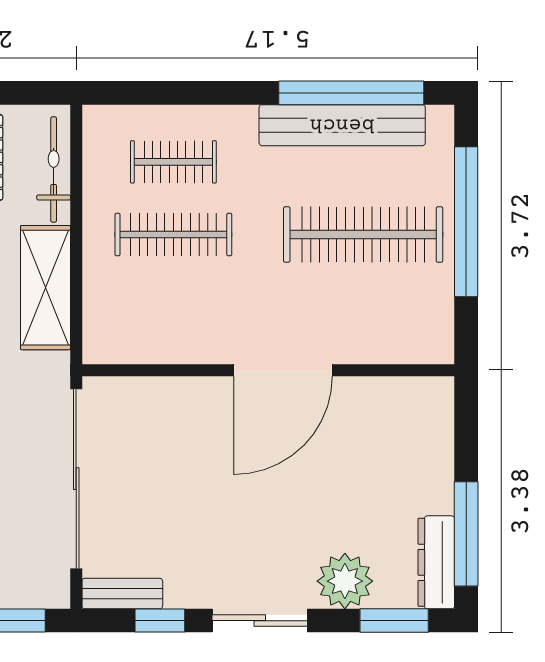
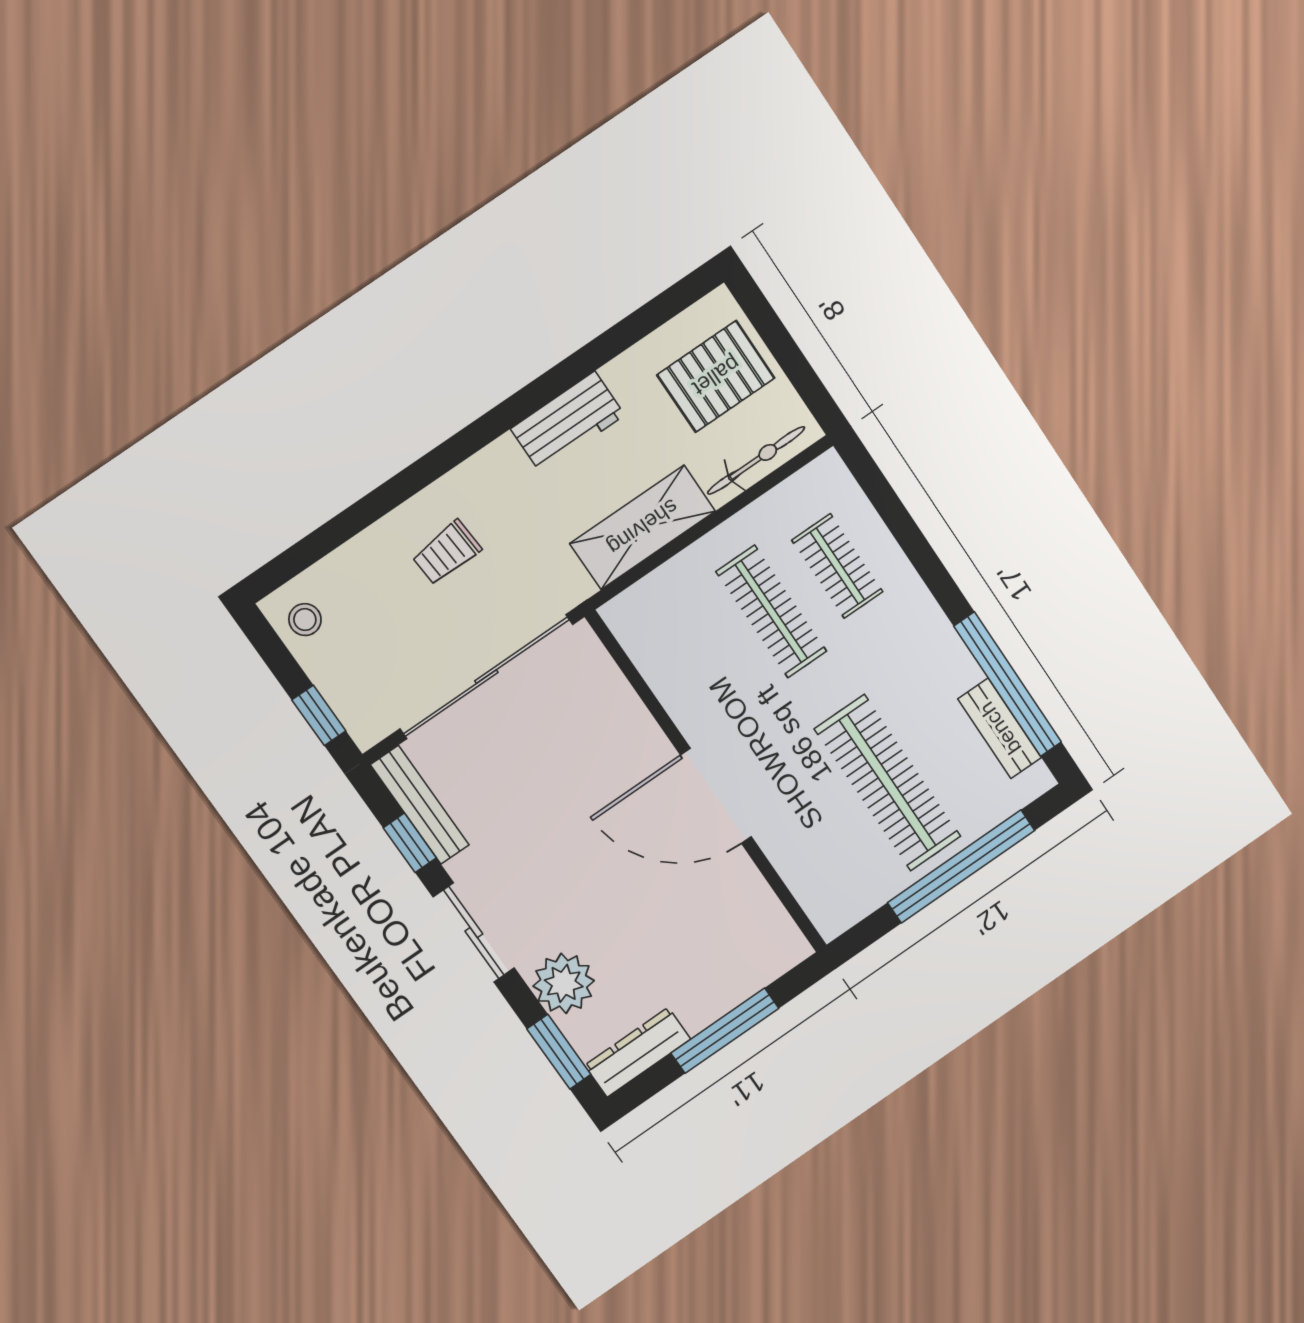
bench: (342, 125) -> (1000, 728), width x0.54, depth x0.82
window: (466, 534) -> (725, 1031), moved
bench: (122, 594) -> (420, 805), width x1.36

